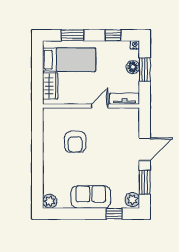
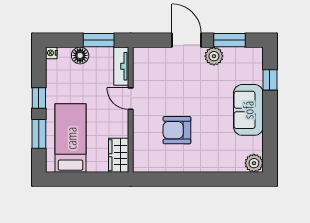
window: (113, 35) -> (39, 98), moved
window: (145, 70) -> (99, 40), moved
wardrobe: (50, 86) -> (119, 155), moved, turned -90
armchair: (75, 142) -> (177, 130), turned 180
plant: (132, 200) -> (214, 56), moved

